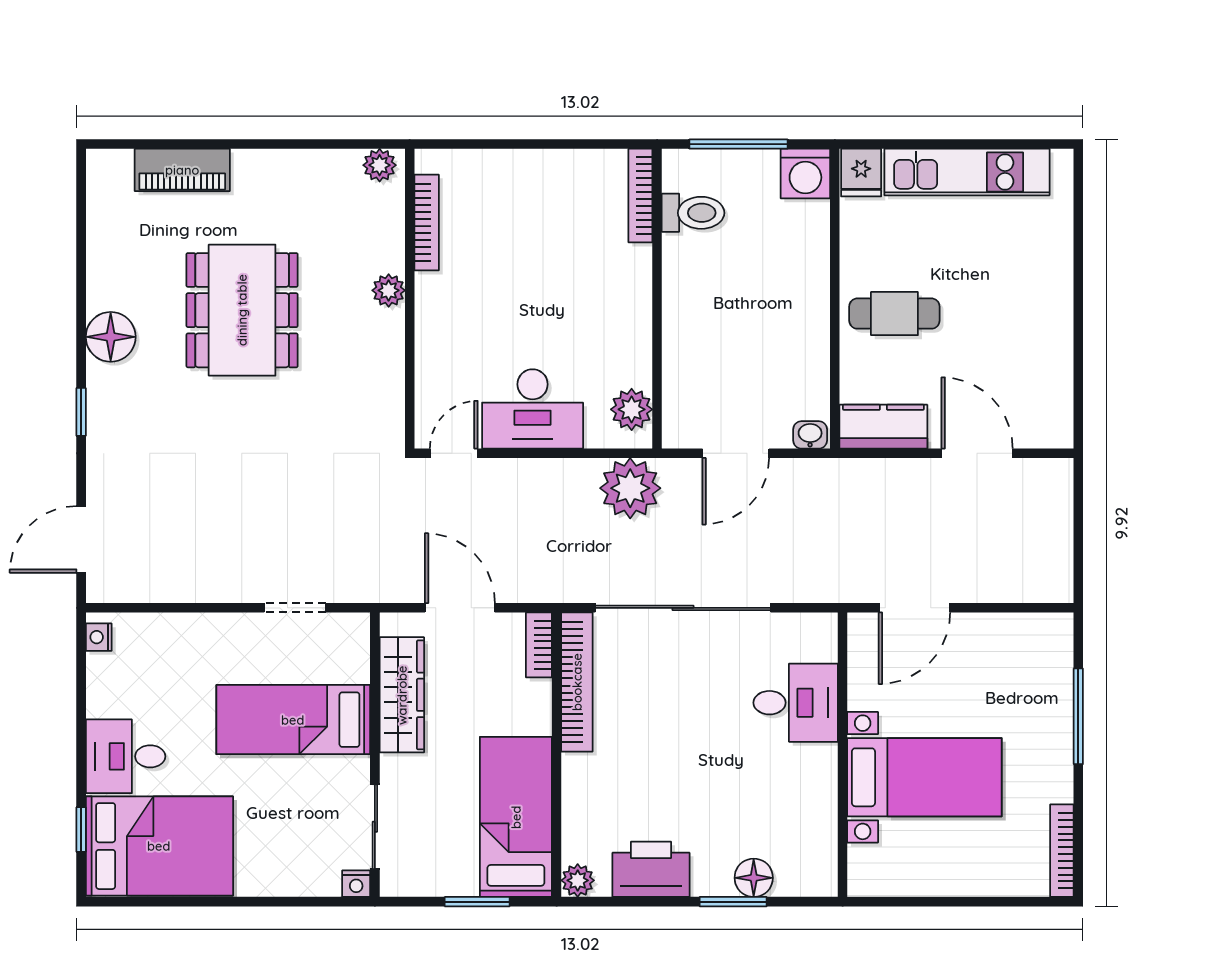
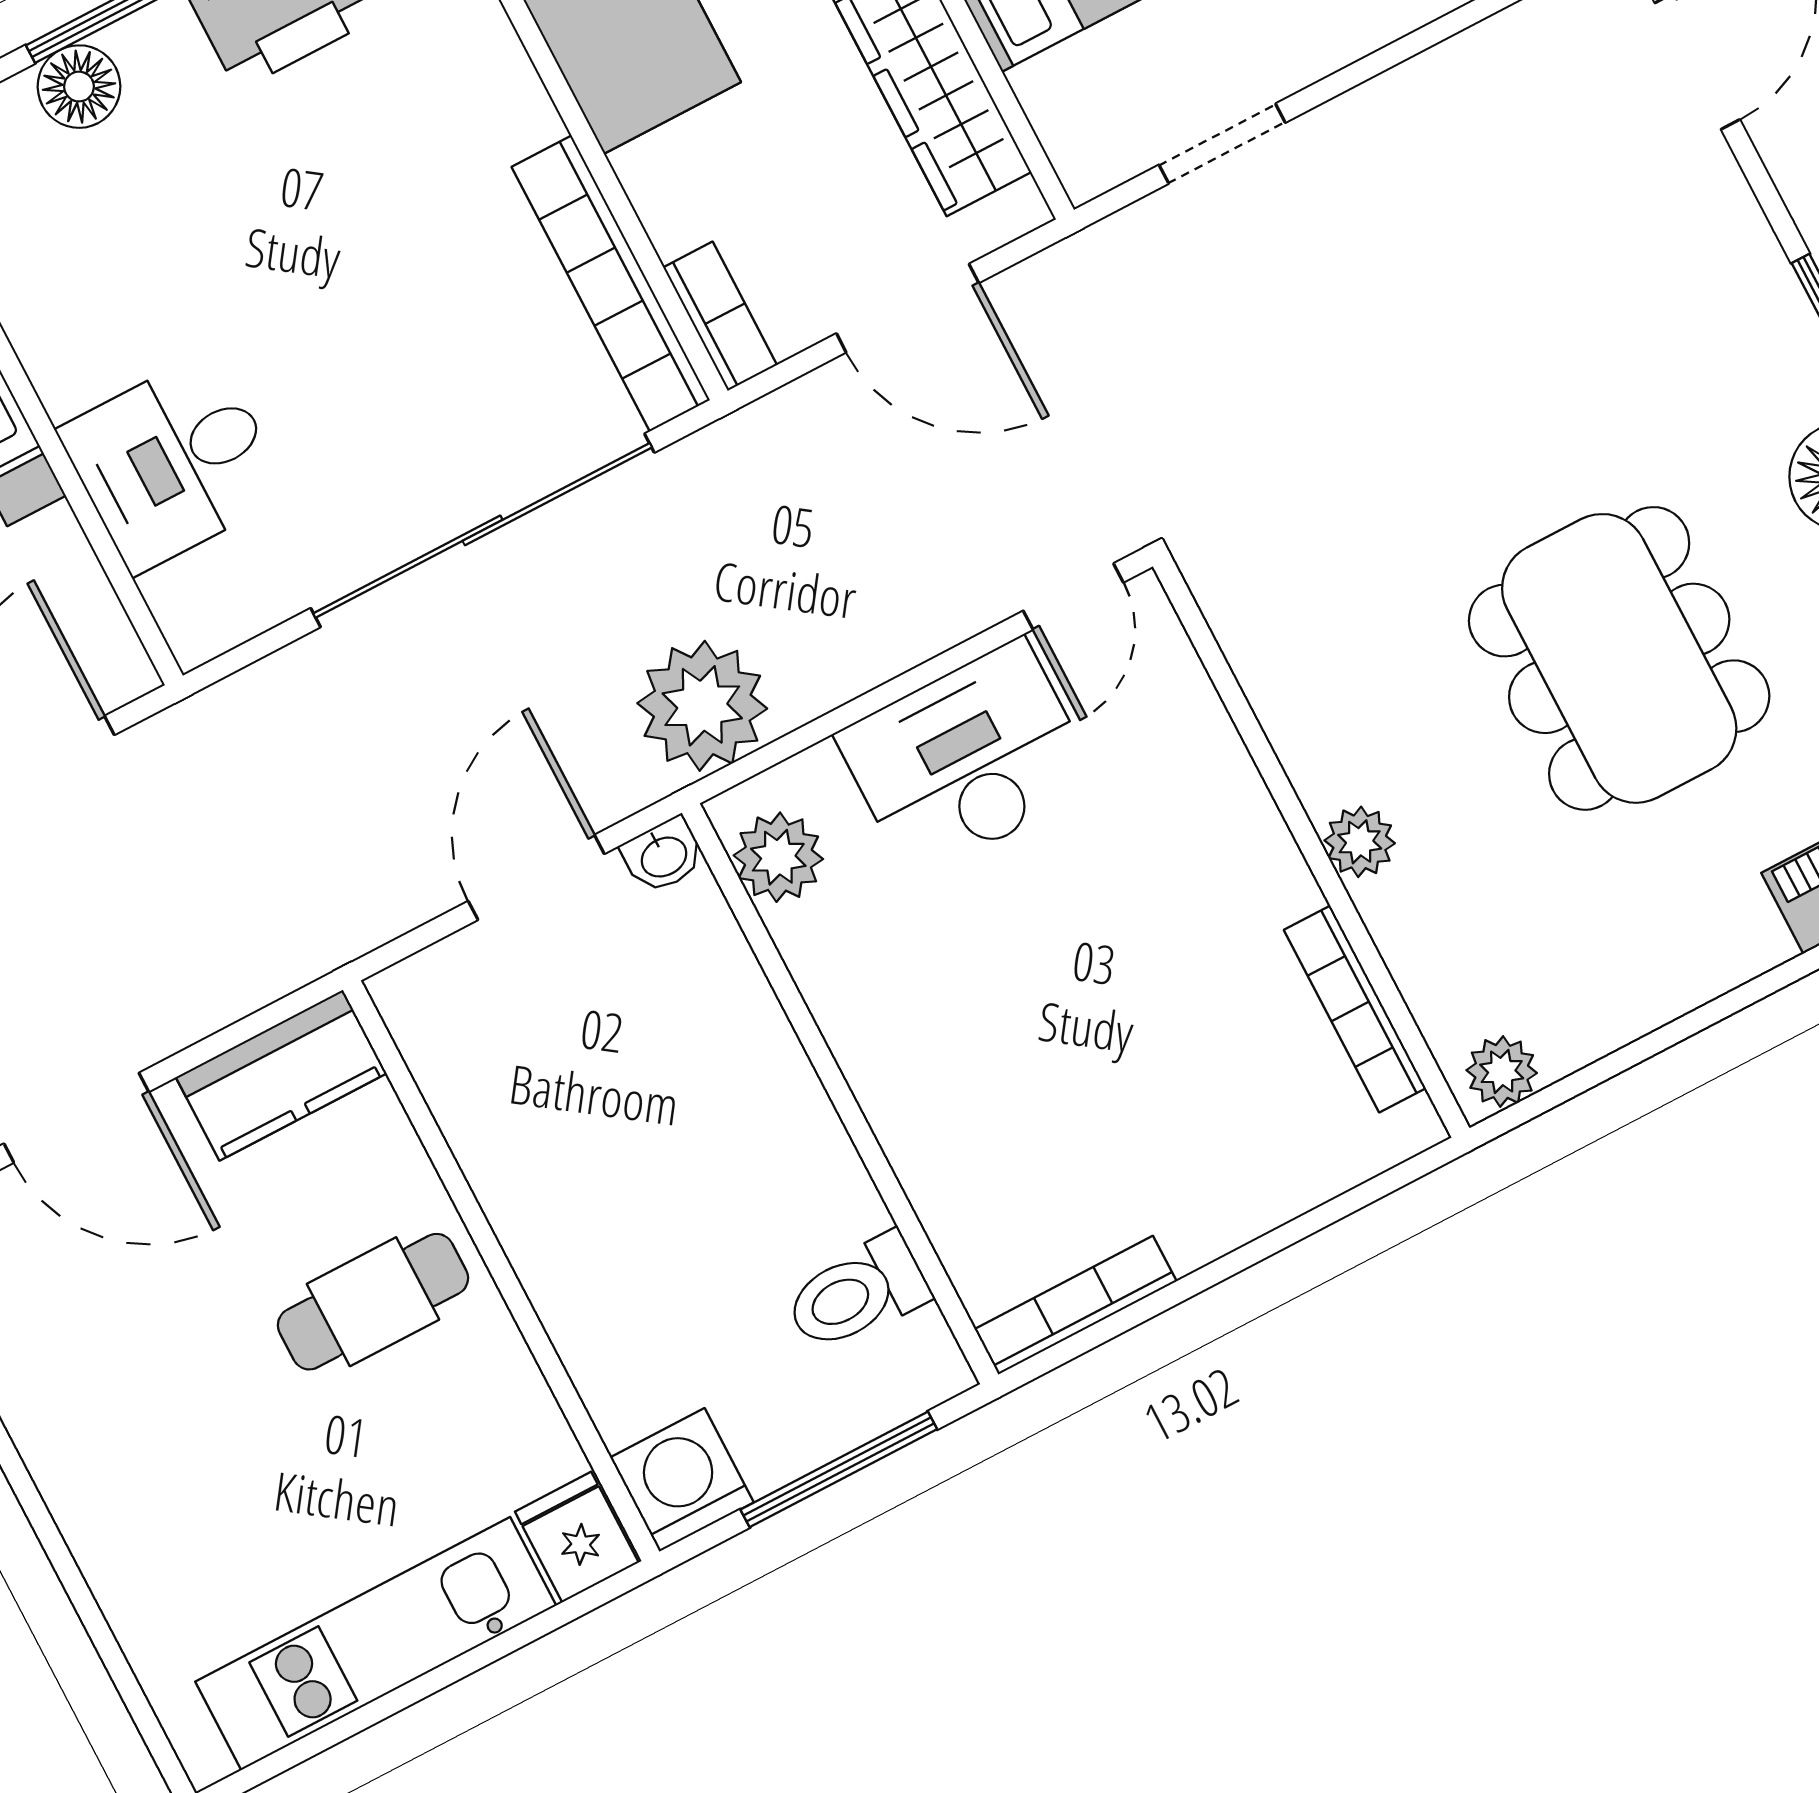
bookcase: (640, 196) -> (1076, 1305), moved, turned -90
washbasin: (810, 435) -> (663, 855), moved

